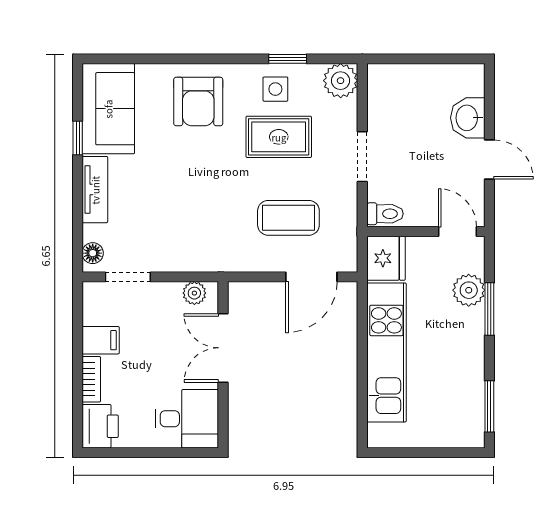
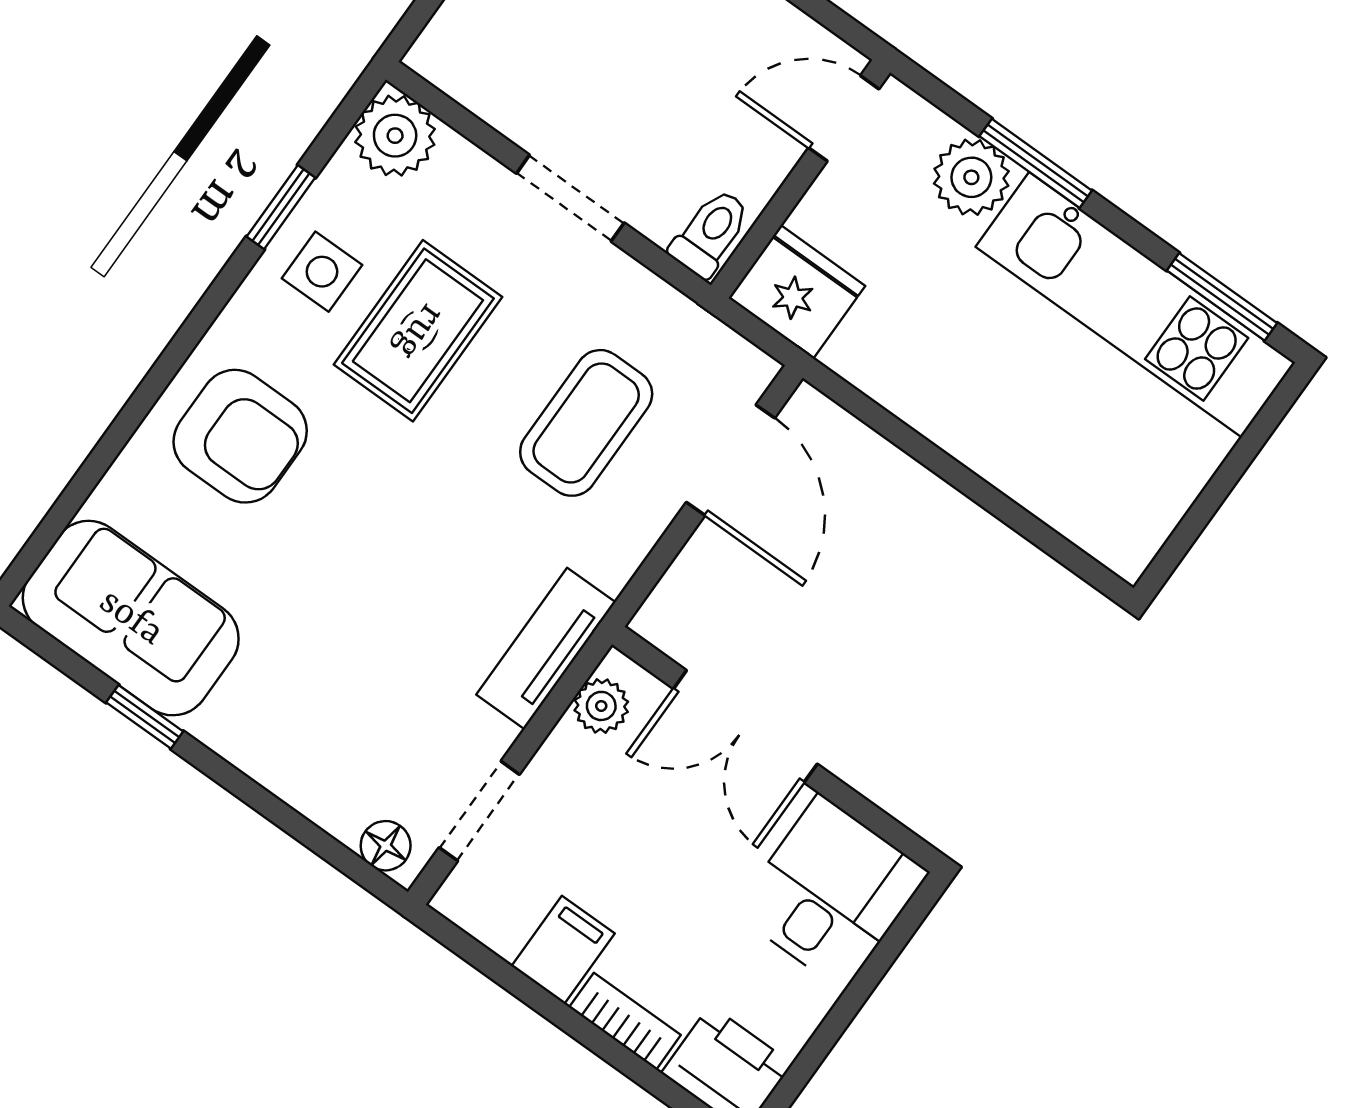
tv unit: (95, 190) -> (546, 648), moved, turned -90
kitchen unit: (386, 352) -> (1135, 305), moved, turned 180

